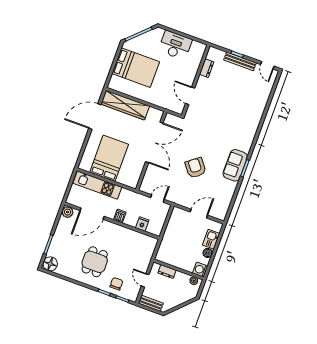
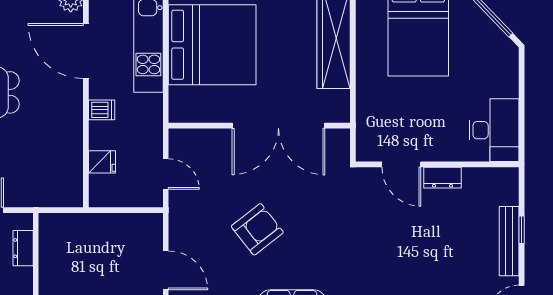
desk: (175, 45) -> (494, 130), moved
dresser: (207, 68) -> (442, 178), moved
door: (190, 96) -> (401, 164), swing flipped
bed: (109, 158) -> (212, 45), width x1.36

